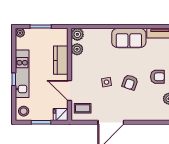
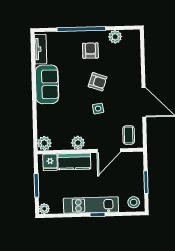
plant: (77, 49) -> (78, 143), moved
fridge: (61, 115) -> (50, 162), moved

